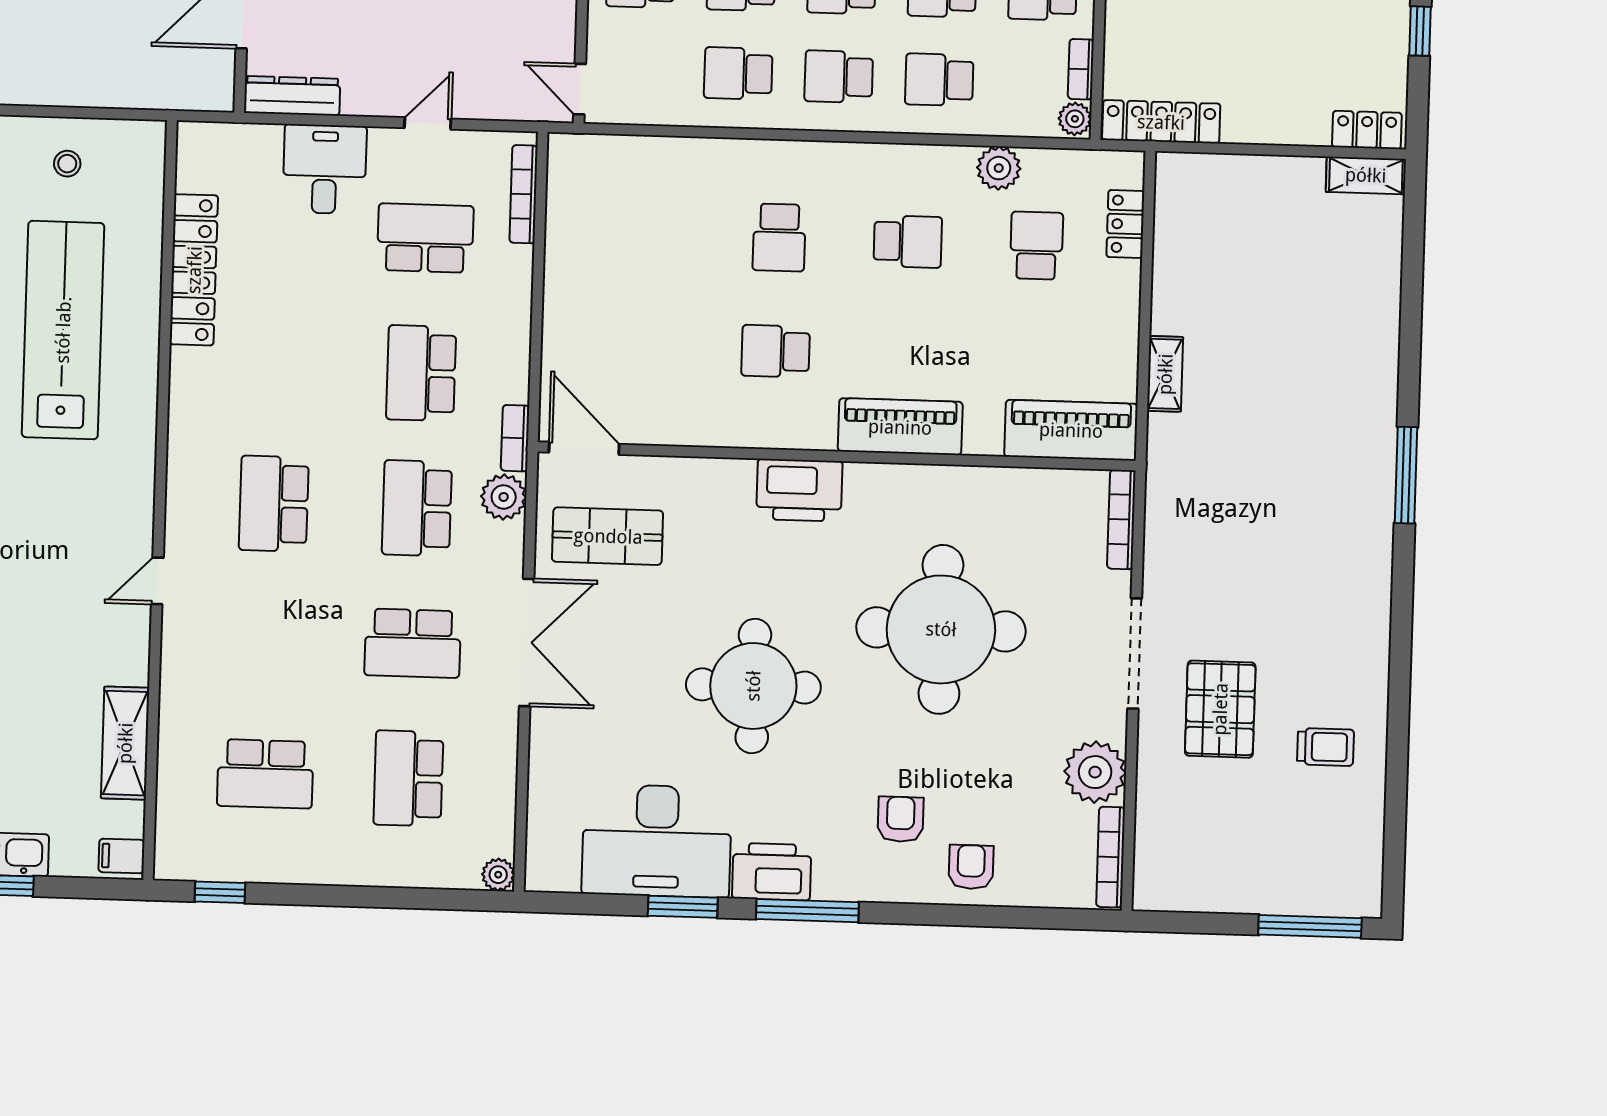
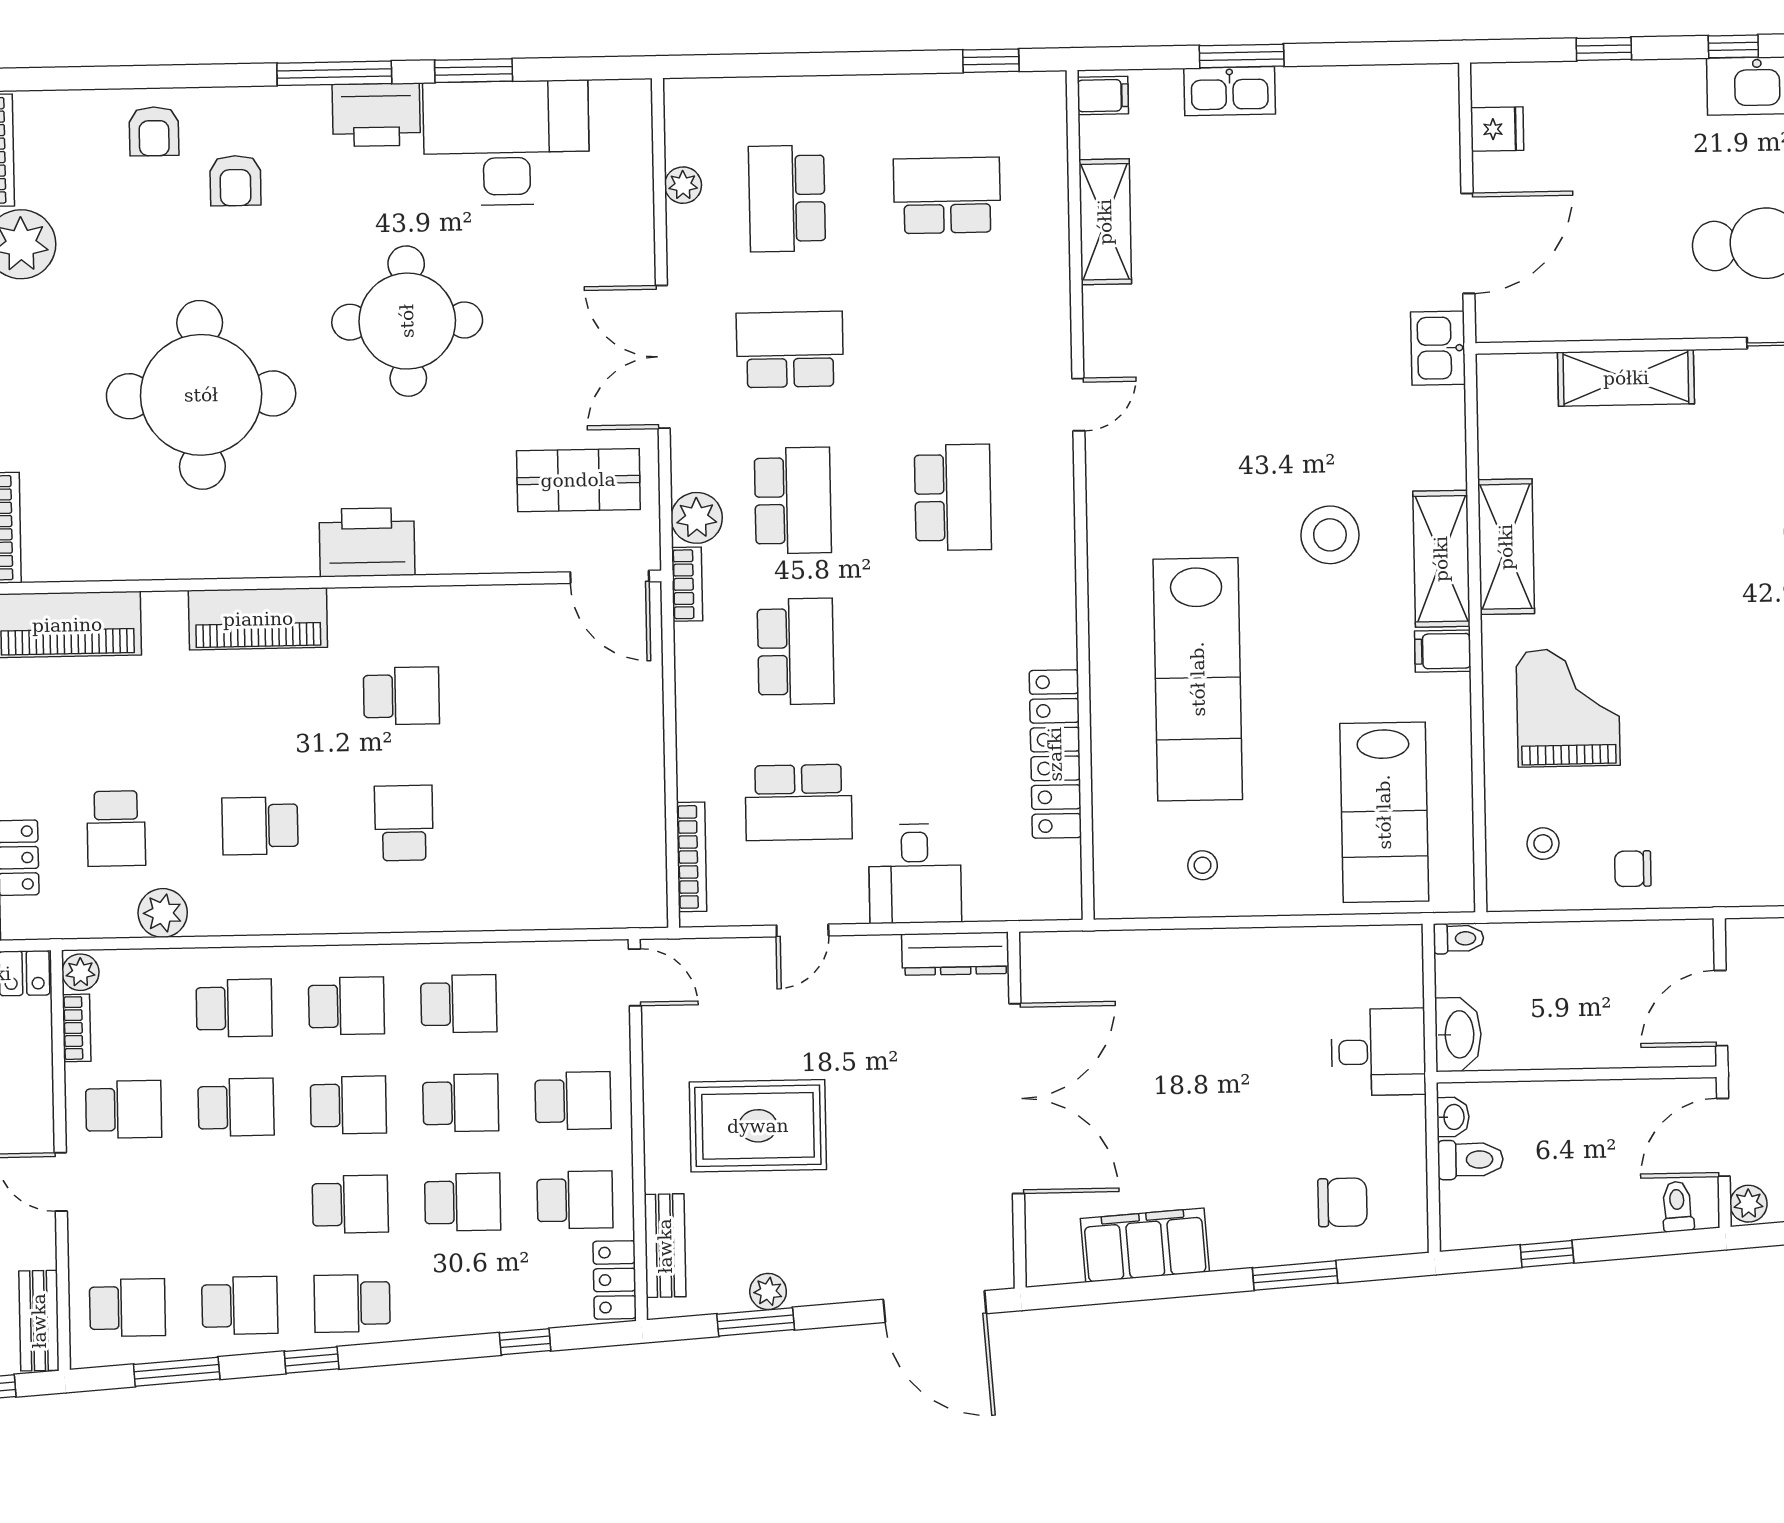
school desk: (408, 778) -> (787, 199), turned 180
plant: (498, 875) -> (683, 185), moved

